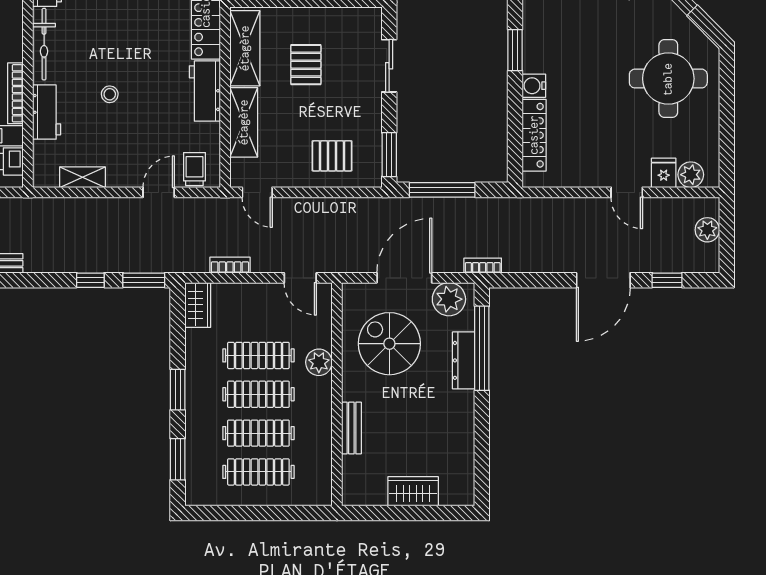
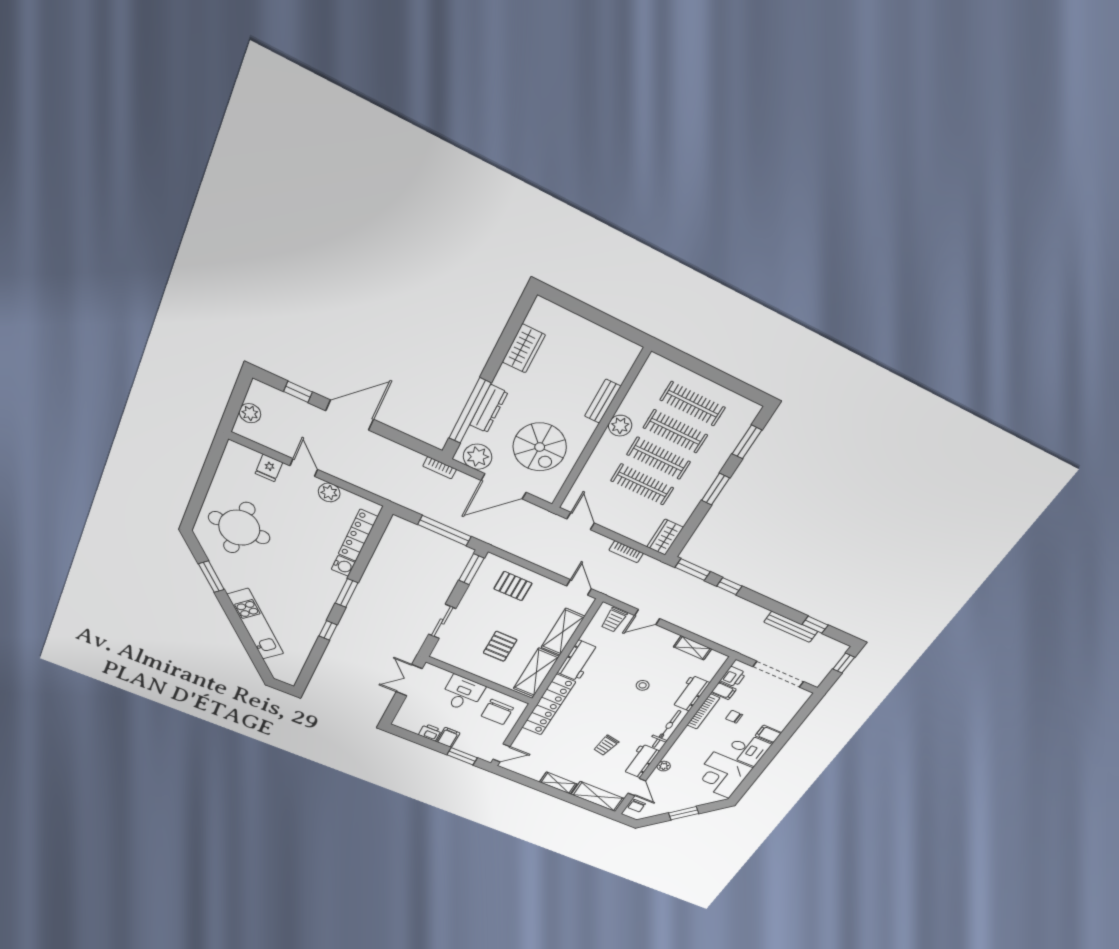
plant: (691, 175) -> (329, 492), moved
plant: (319, 362) -> (620, 426), moved
wardrobe: (413, 491) -> (524, 348), moved, turned -90

